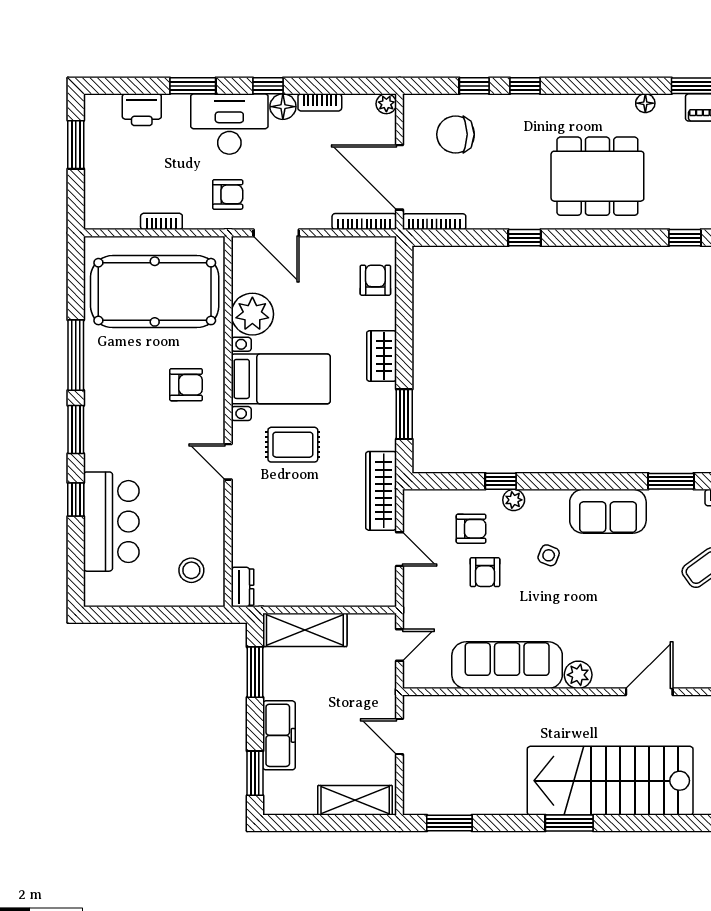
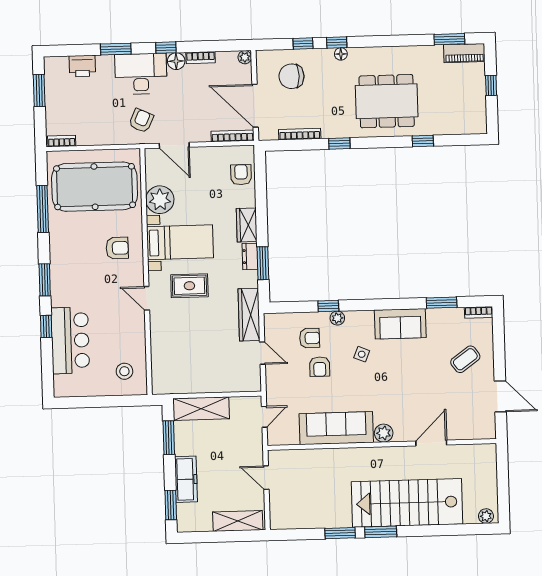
floor lamp: (645, 103) -> (341, 54), moved
armchair: (228, 194) -> (141, 121), turned -65
bookcase: (161, 221) -> (62, 141), moved
bookcase: (434, 222) -> (300, 134), moved
window: (685, 238) -> (423, 141), moved
window: (76, 355) -> (43, 209), moved
dresser: (242, 587) -> (250, 256), moved, turned 180
window: (449, 823) -> (340, 533), moved

